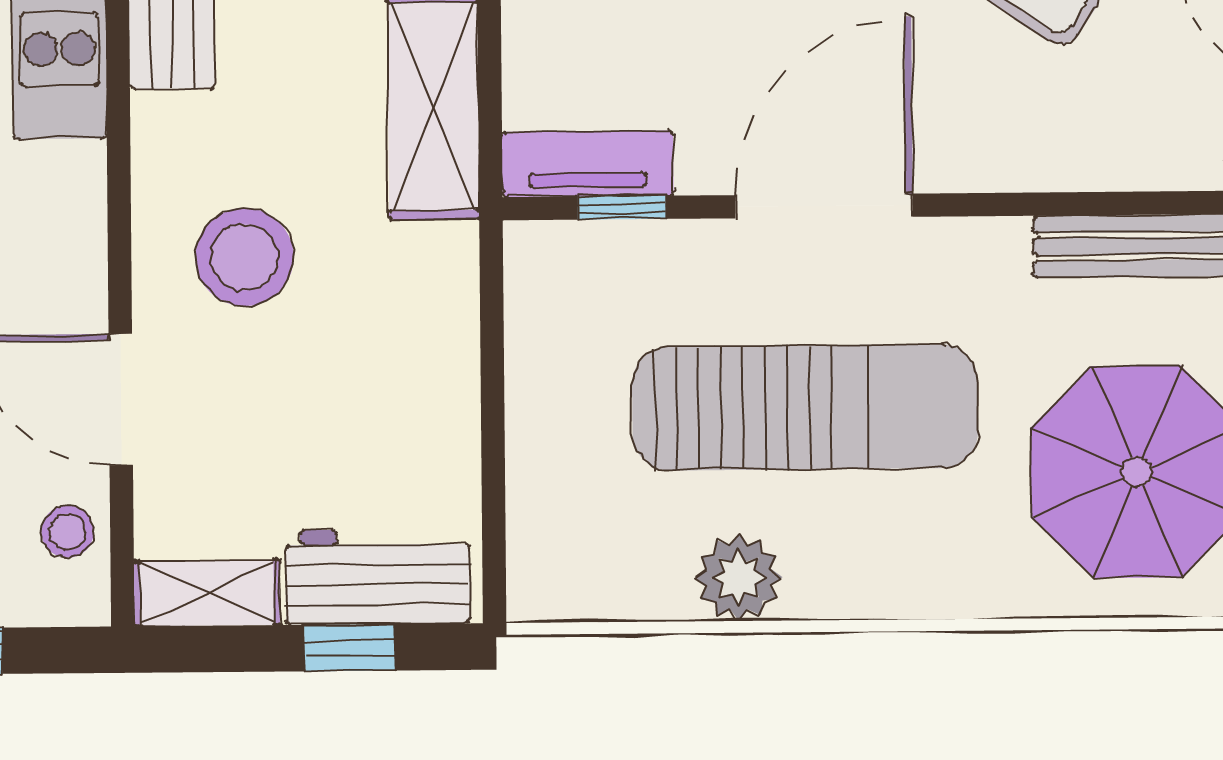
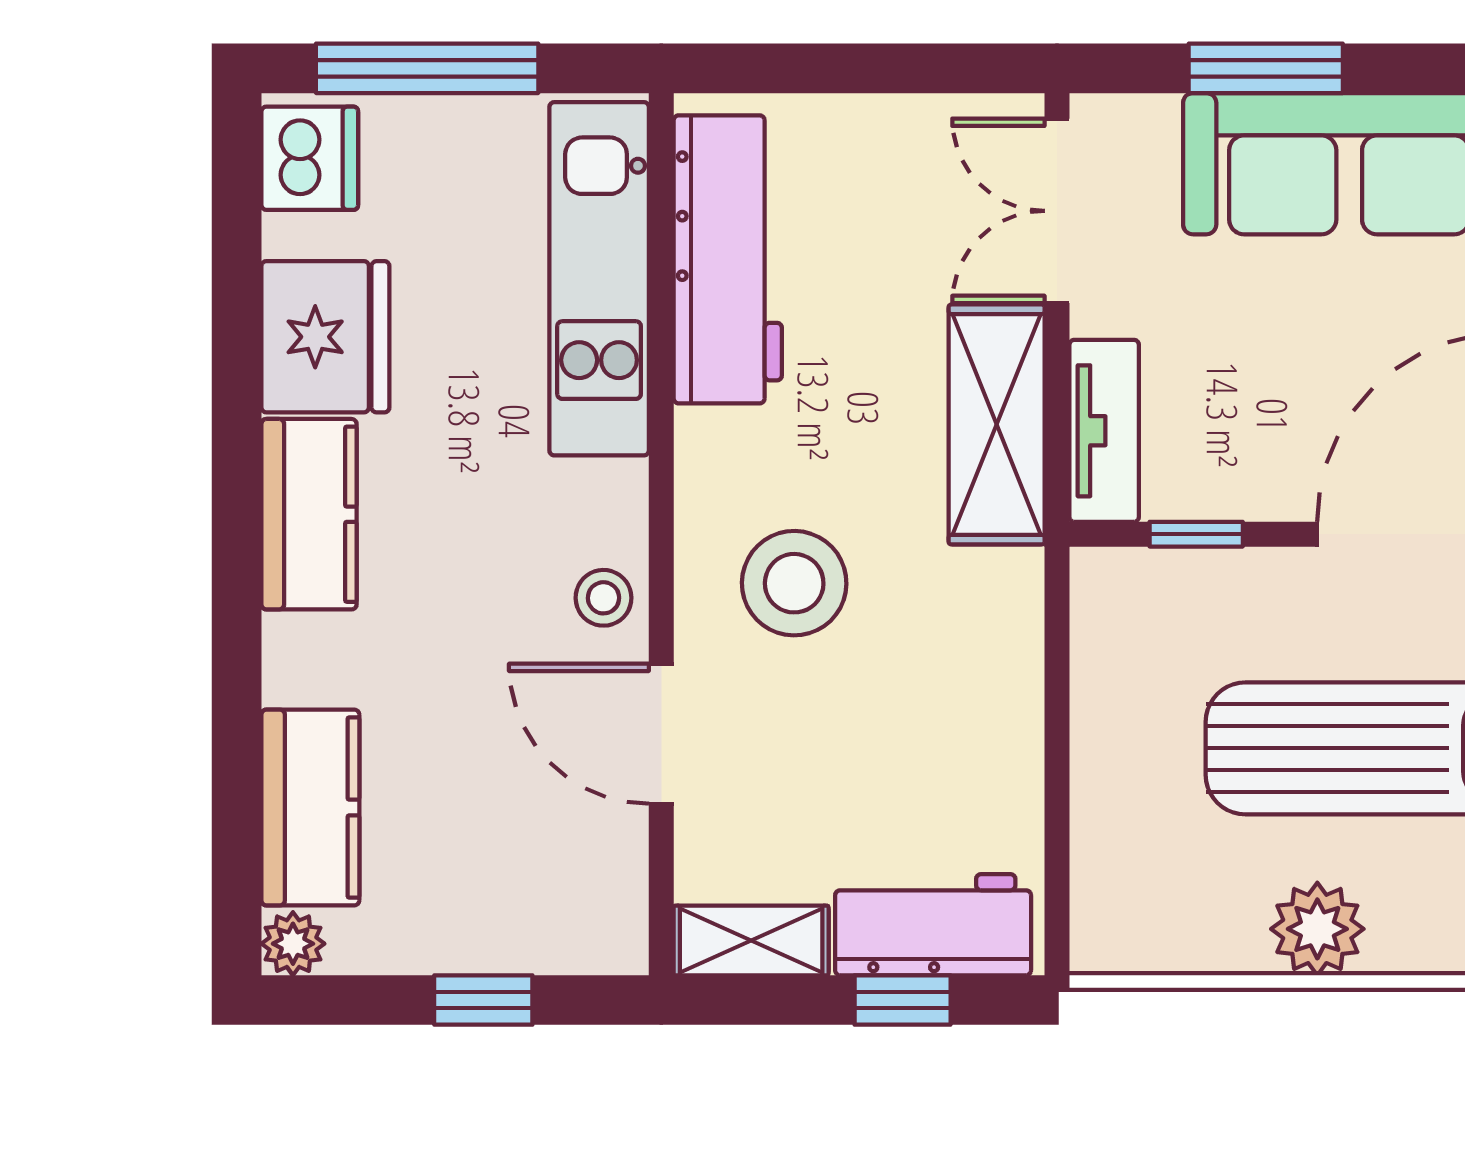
tv unit: (588, 164) -> (1104, 431), moved, turned 90
stool: (68, 532) -> (603, 598), moved

